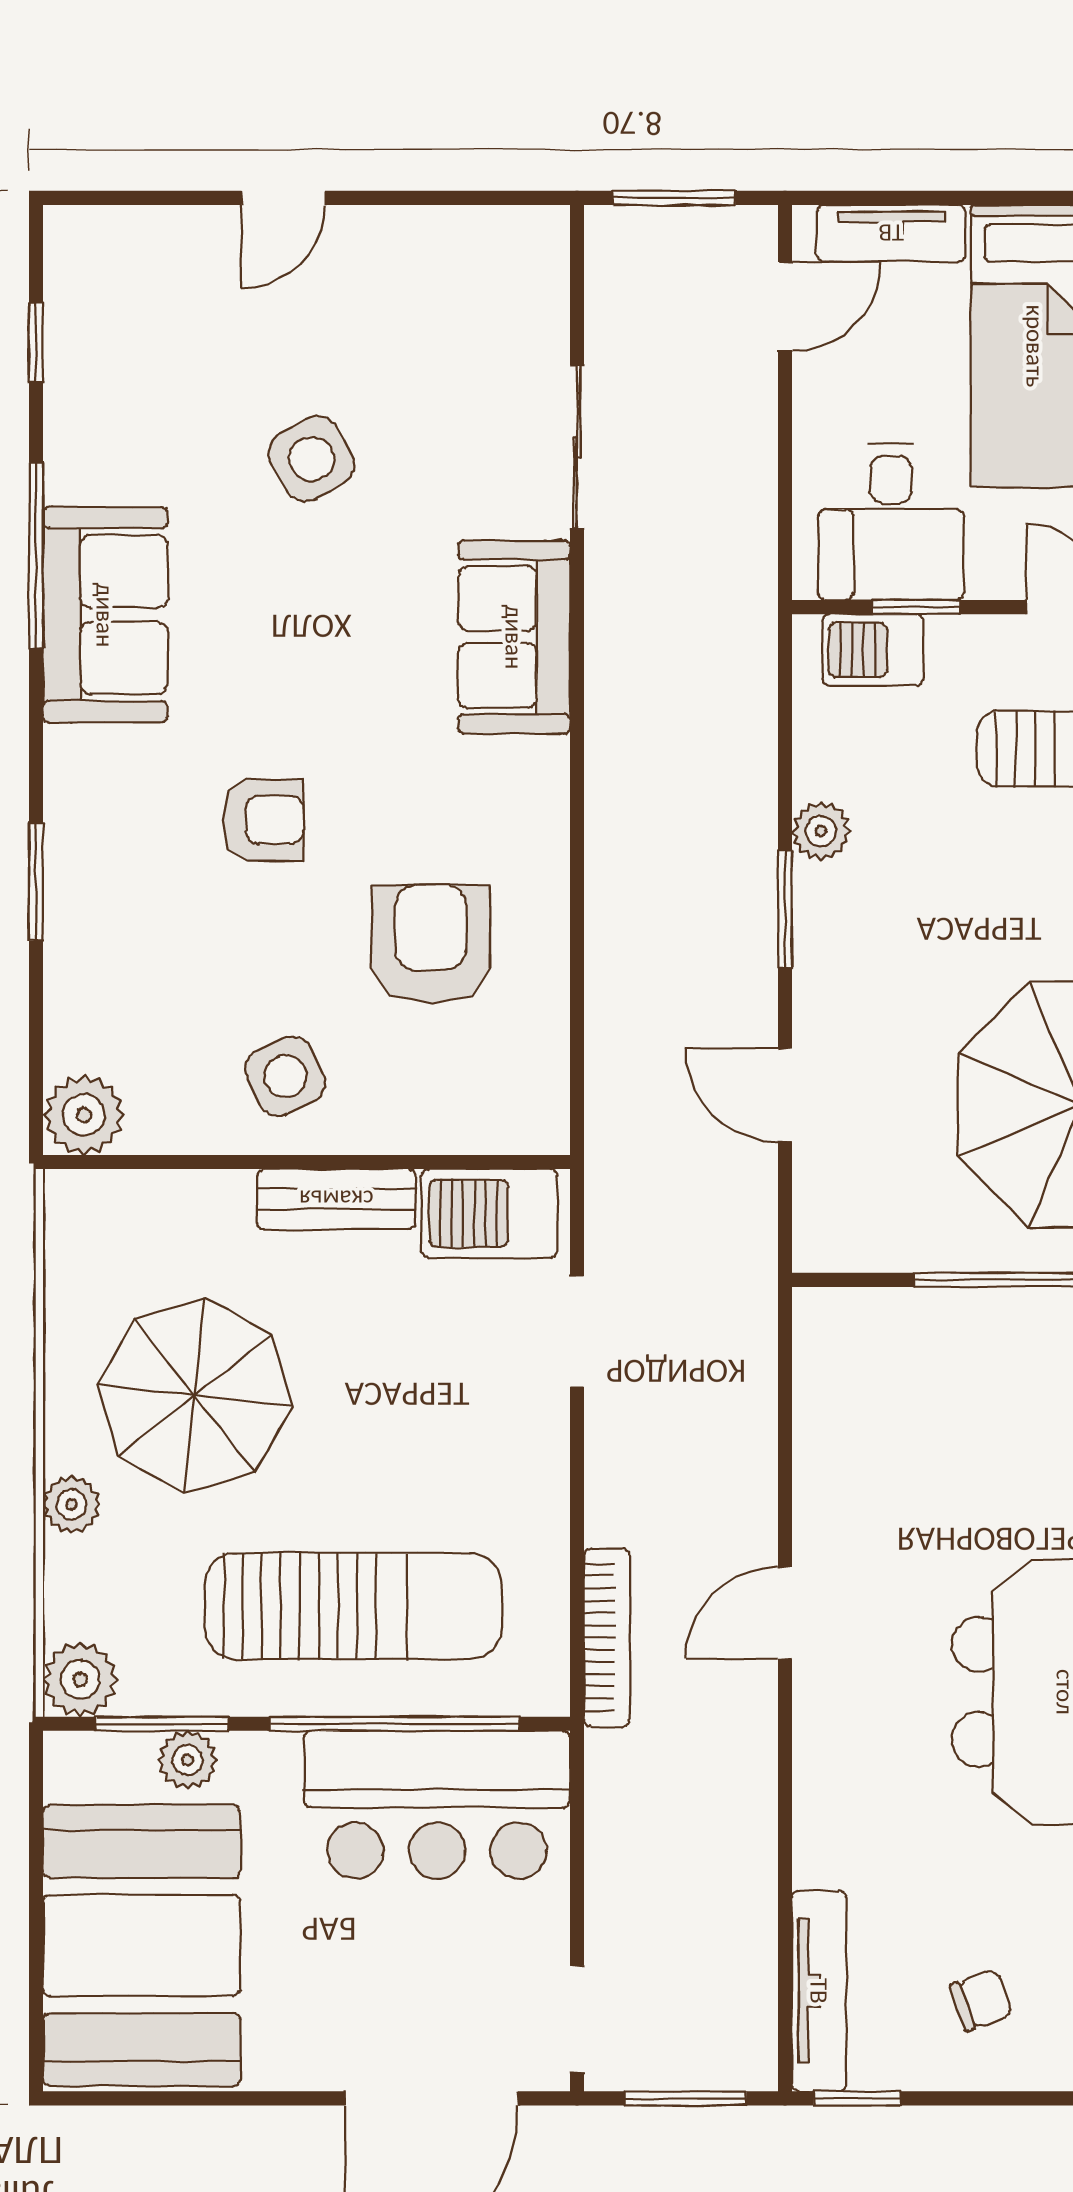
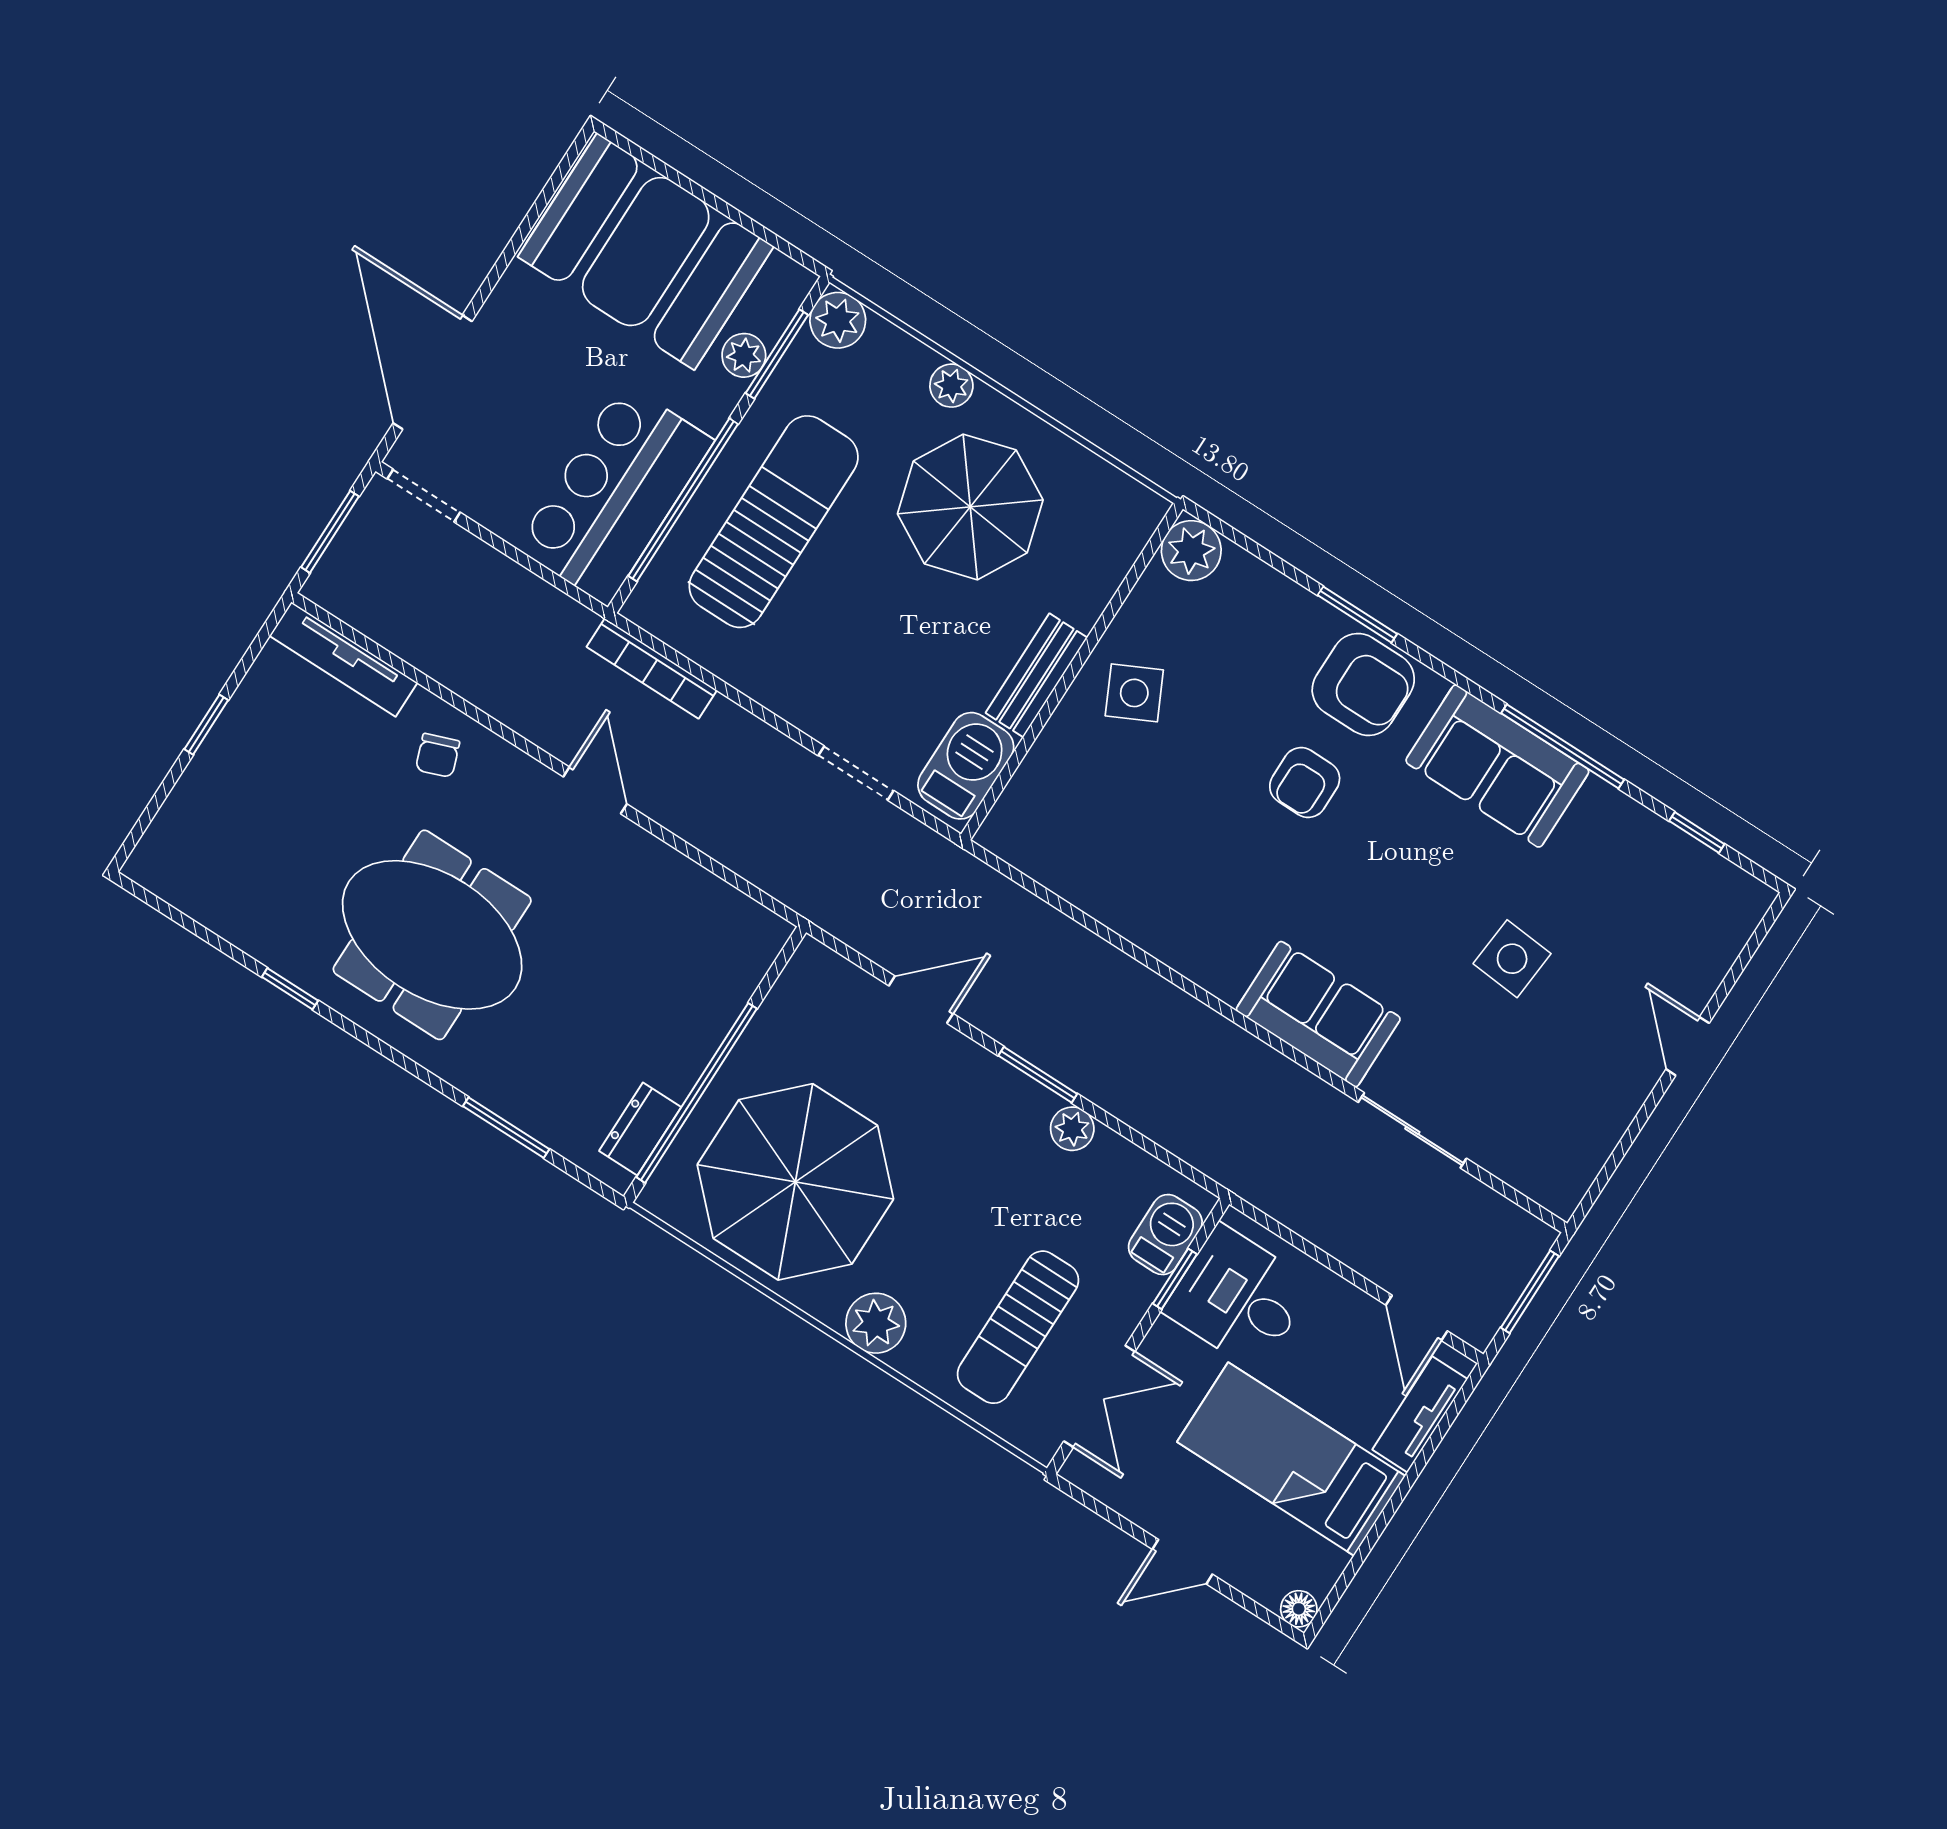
side table: (312, 459) -> (1512, 959), turned 35
armchair: (431, 944) -> (1363, 684), moved
sun lounger: (353, 1606) -> (774, 522), turned 180
chair: (981, 2000) -> (438, 755), moved
window: (857, 2098) -> (206, 725), moved

